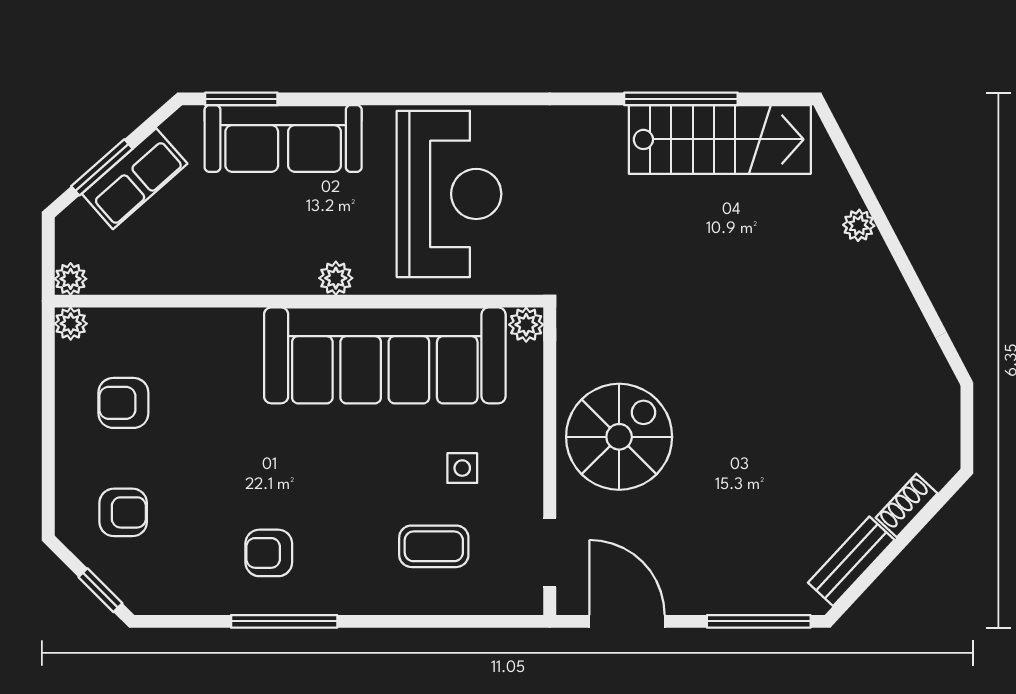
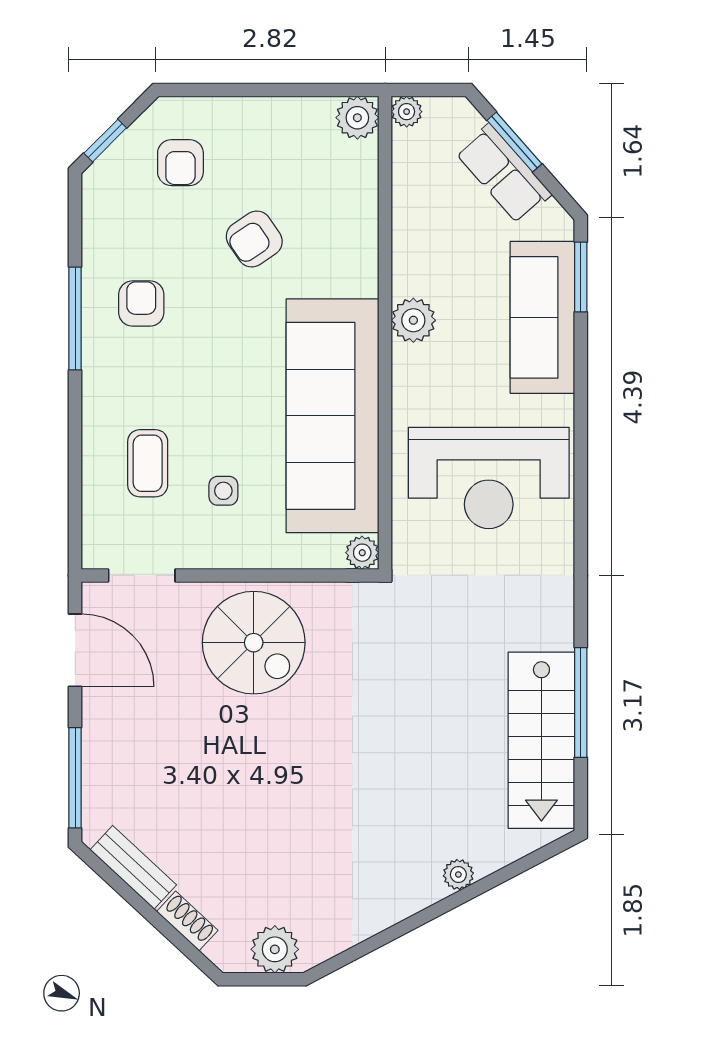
plant: (336, 278) -> (413, 320), moved, width x1.38, depth x1.38
plant: (71, 324) -> (357, 118), width x1.38, depth x1.38
armchair: (123, 403) -> (254, 239), moved, turned -124
plant: (936, 415) -> (275, 949), added
door: (627, 621) -> (75, 650), hinge flipped

